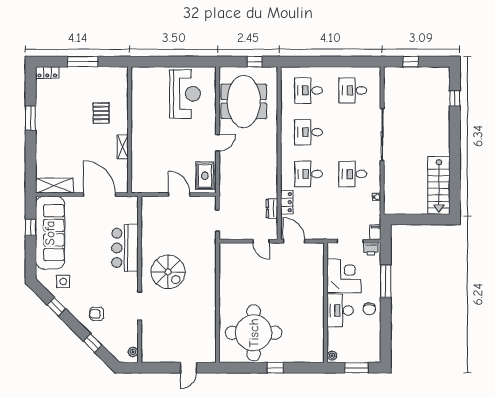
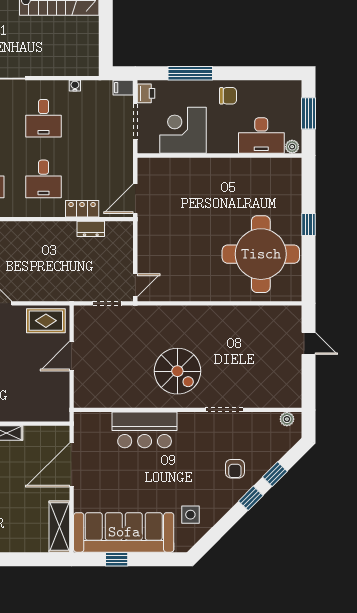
door: (261, 241) -> (135, 285), moved
spiral stairs: (168, 272) -> (177, 371), turned 90
window: (56, 307) -> (251, 498), moved
desk: (340, 310) -> (261, 136), moved

